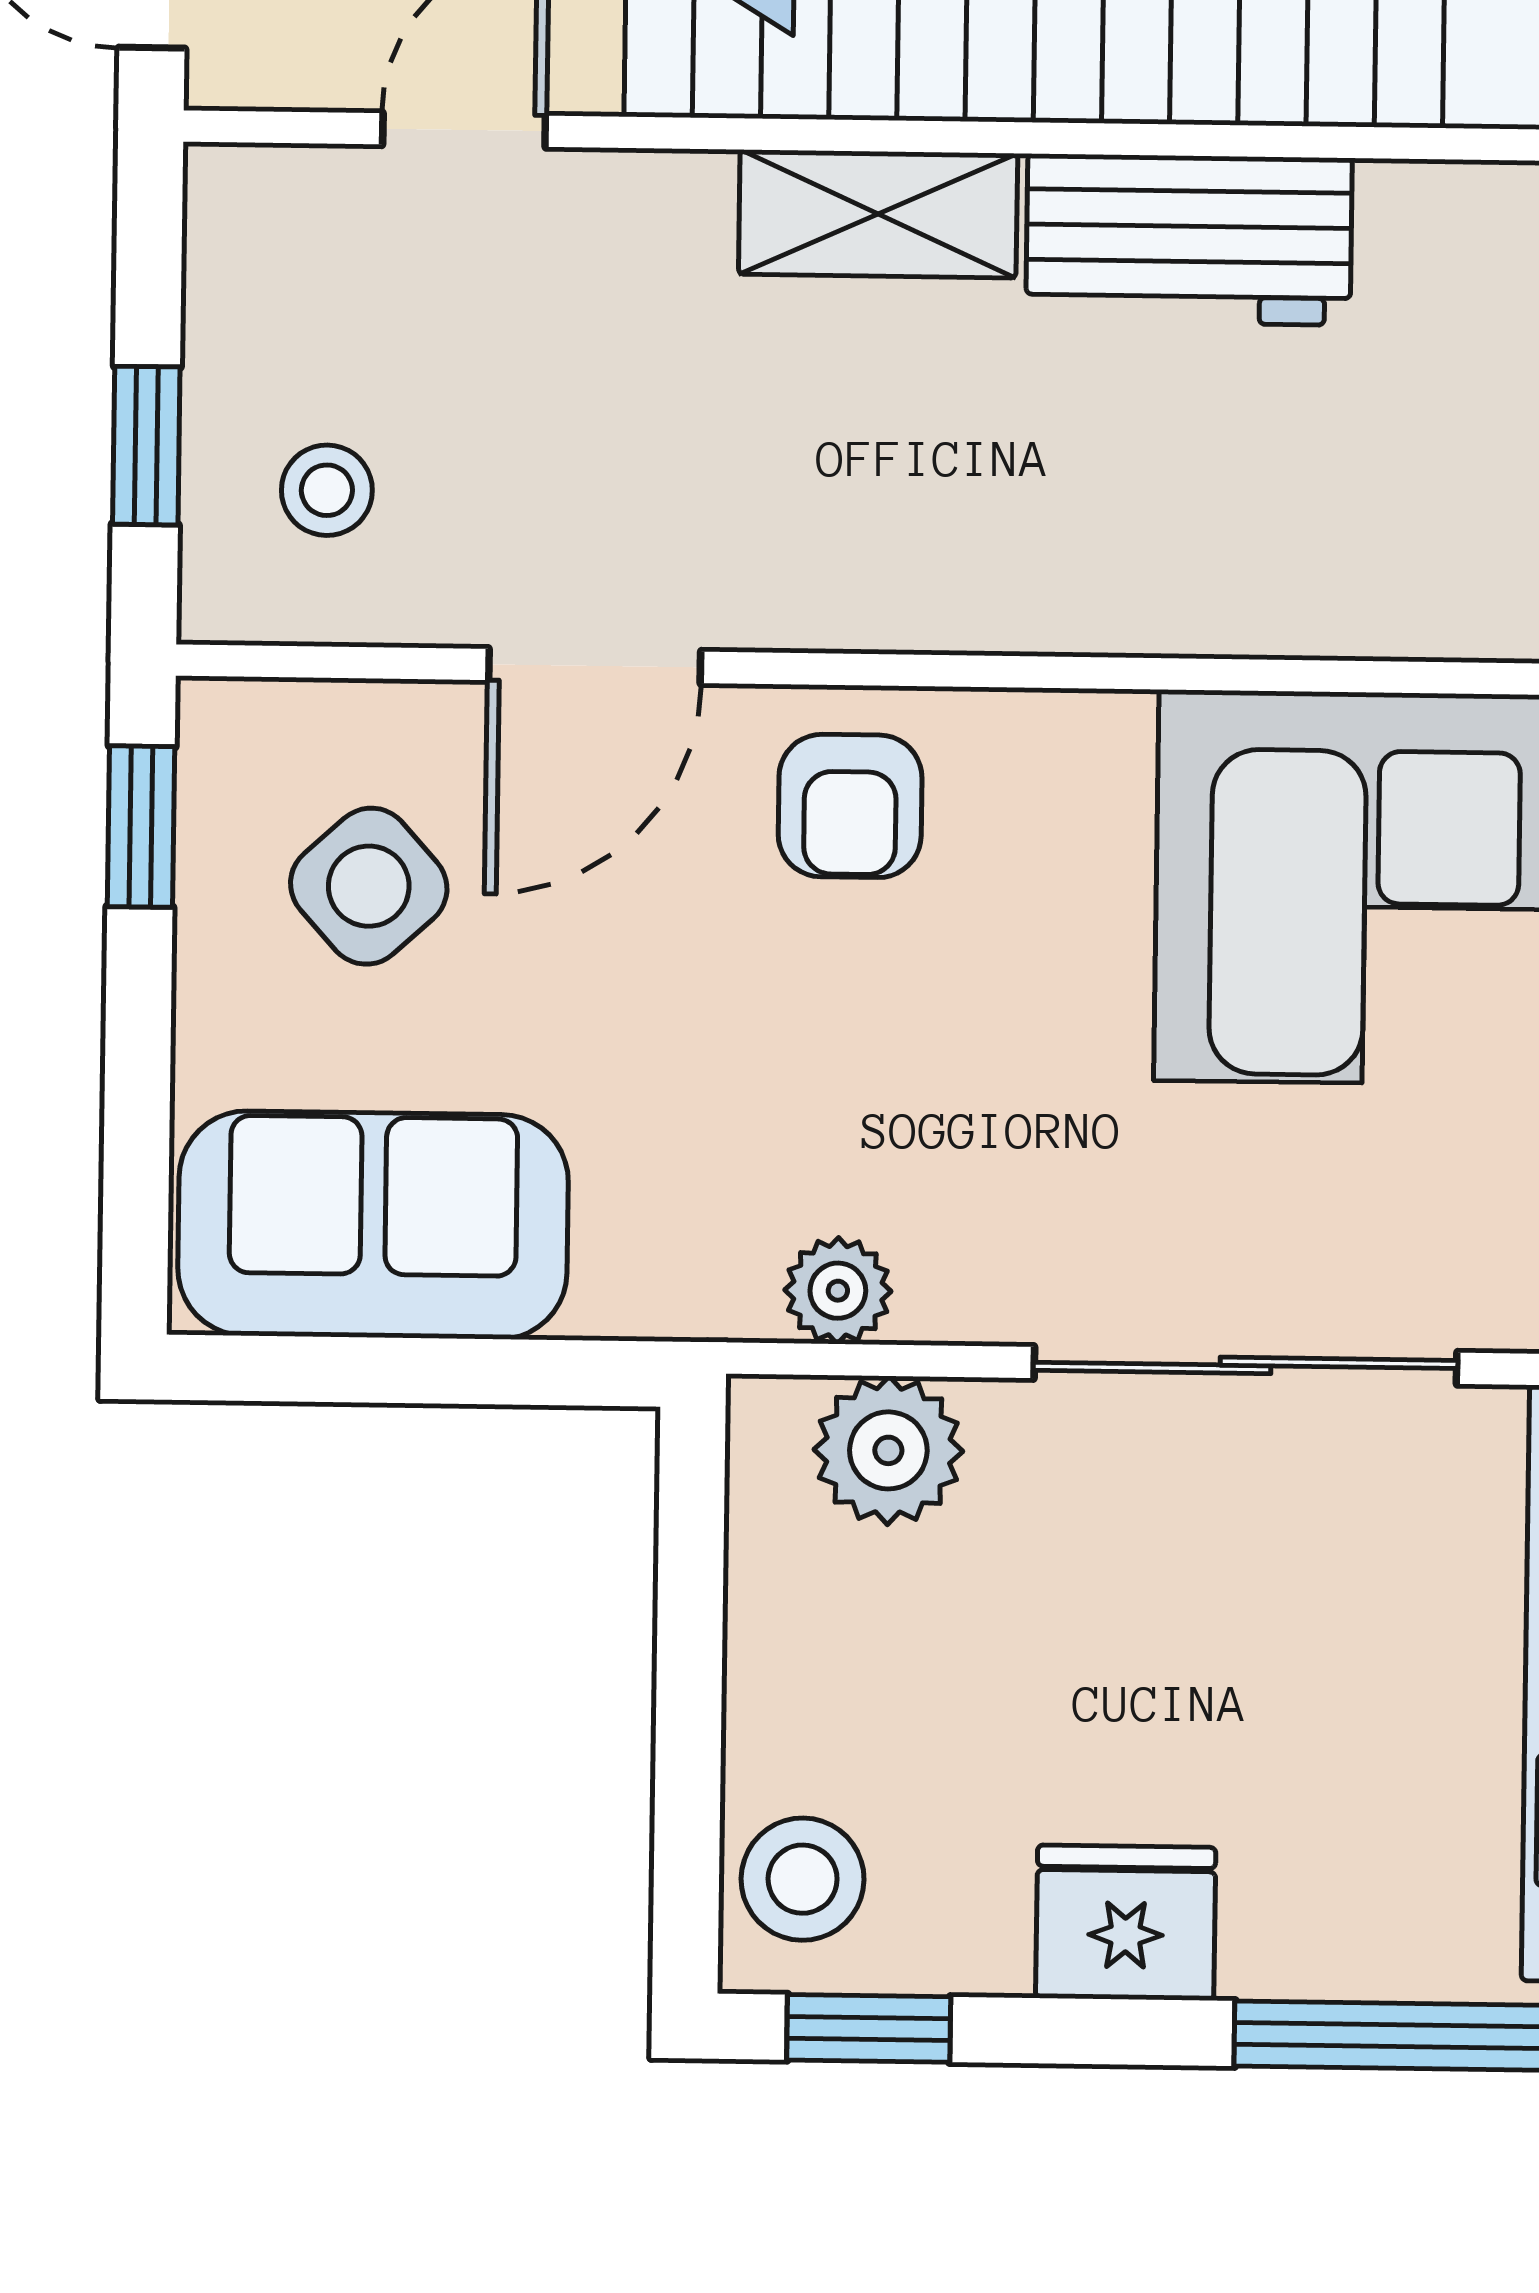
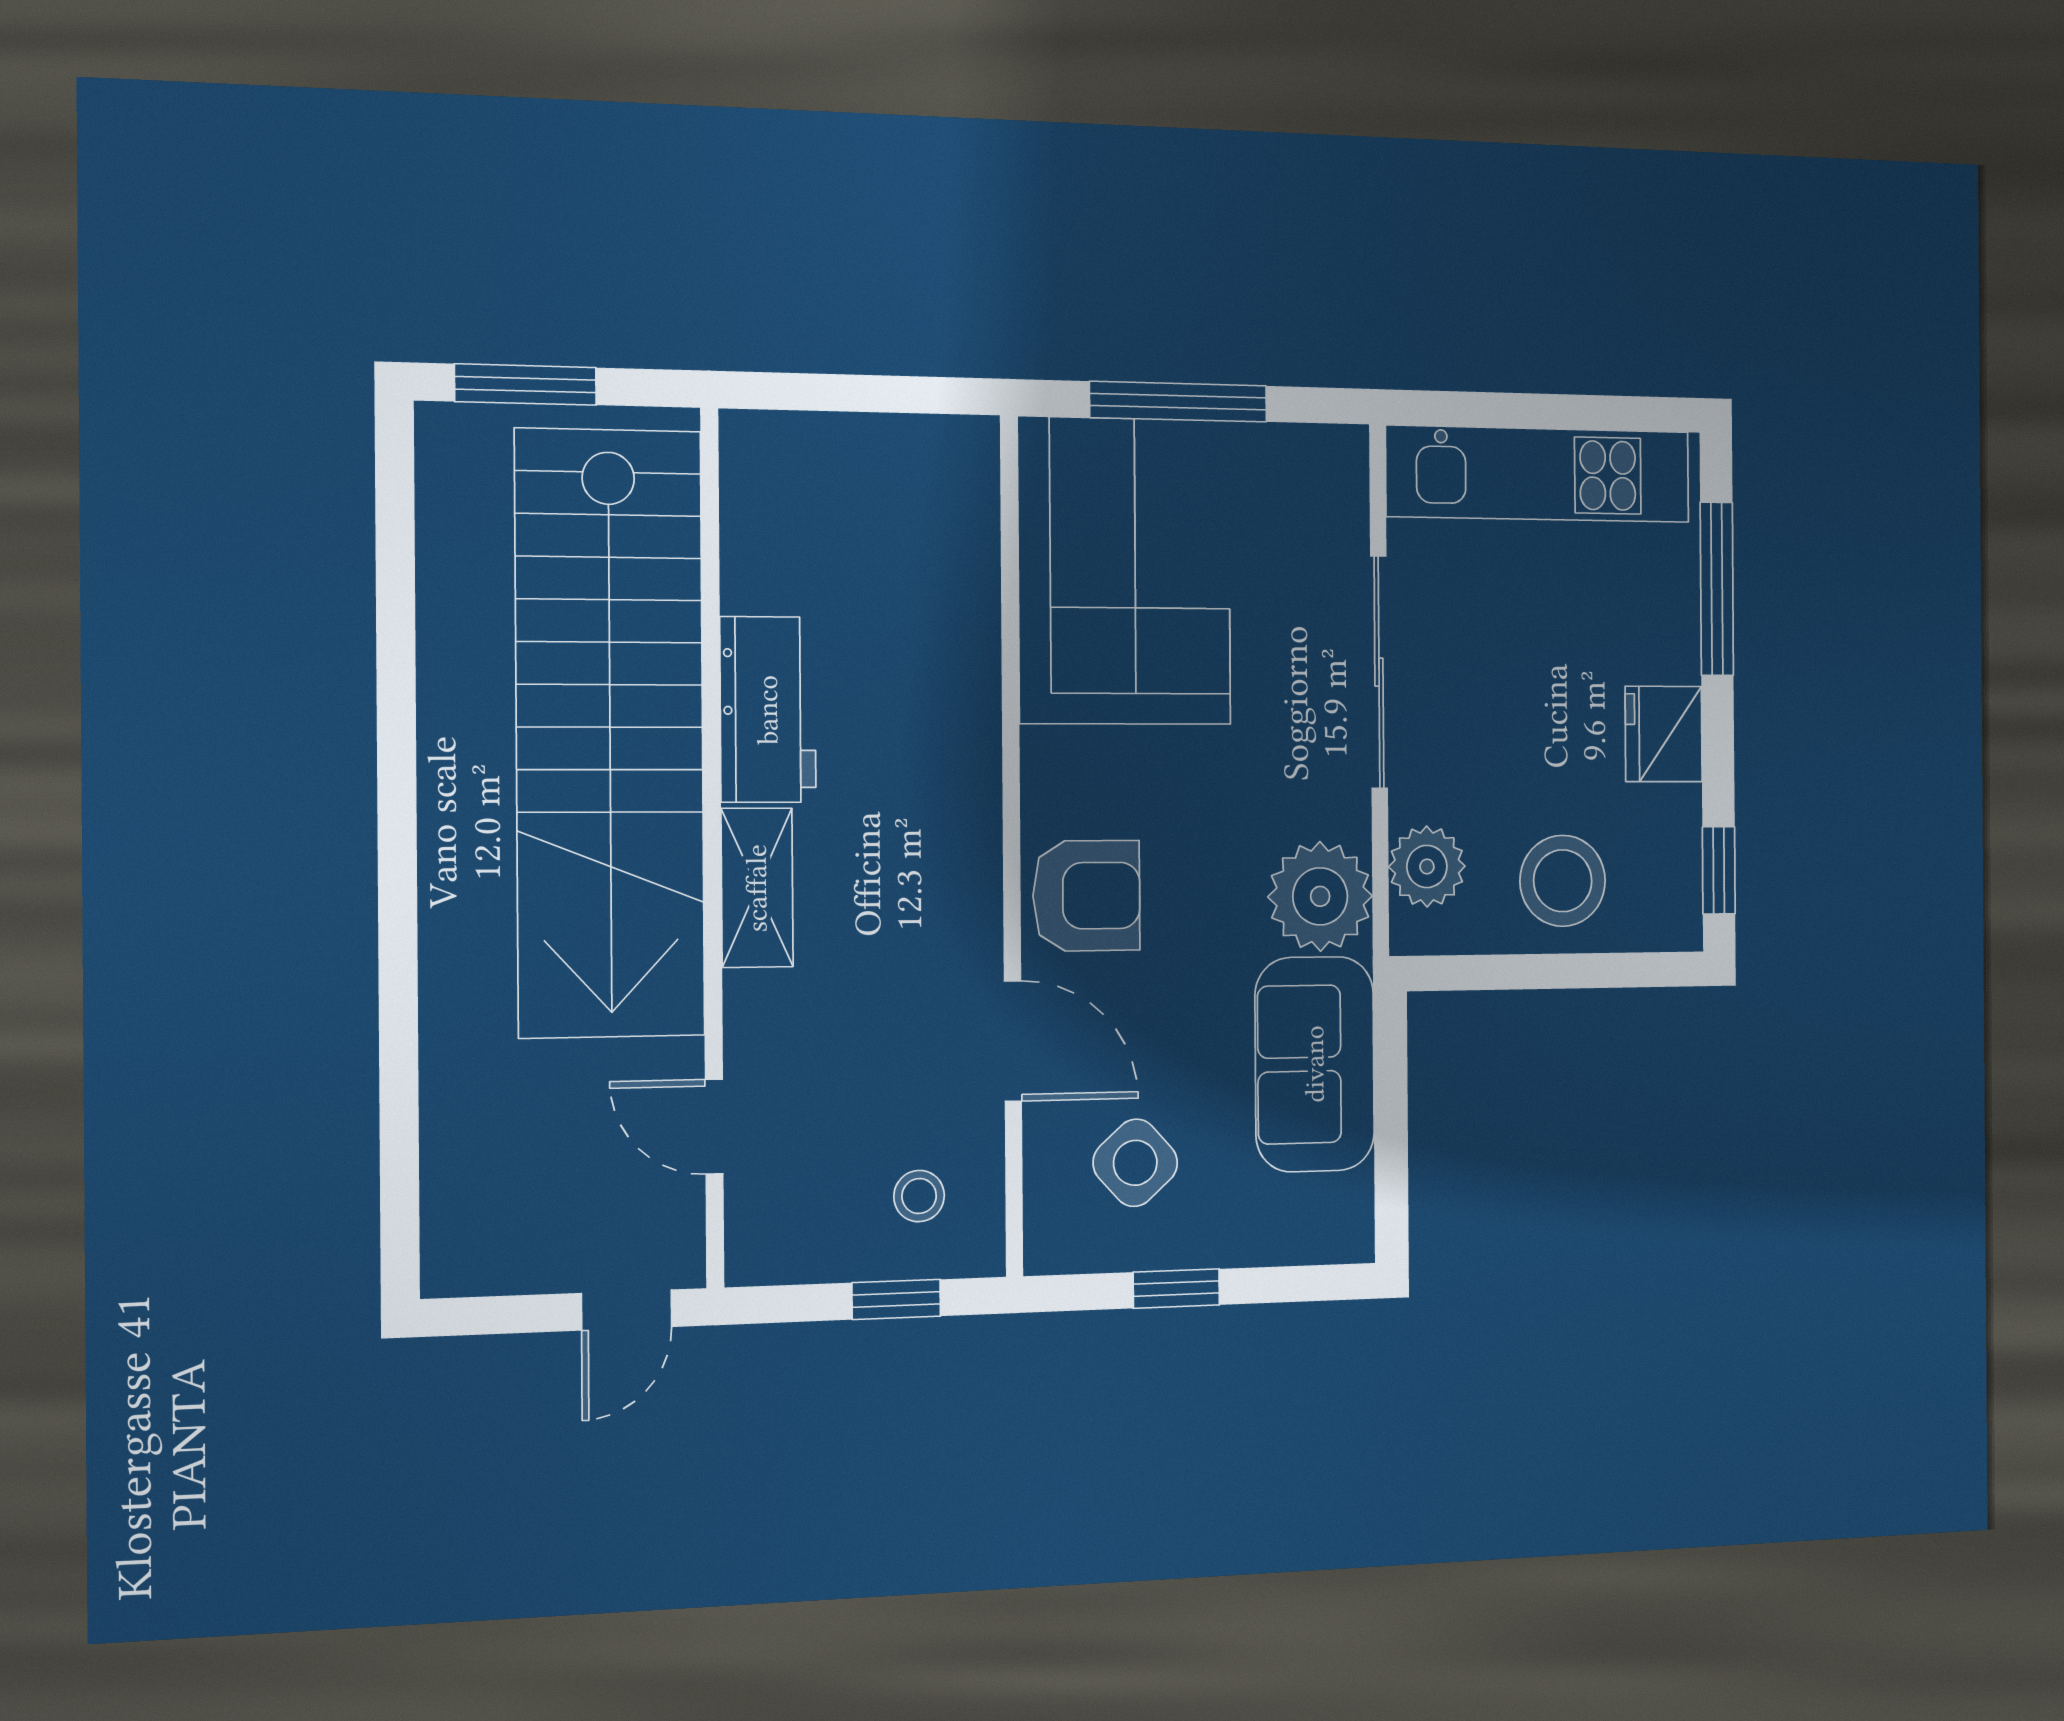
armchair: (850, 806) -> (1086, 896), width x1.38, depth x1.38
window: (141, 827) -> (1176, 1289), moved
sofa: (373, 1225) -> (1315, 1064), moved
plant: (838, 1291) -> (1320, 896), width x1.88, depth x1.88
stool: (803, 1879) -> (1563, 881), moved, width x1.38, depth x1.38

